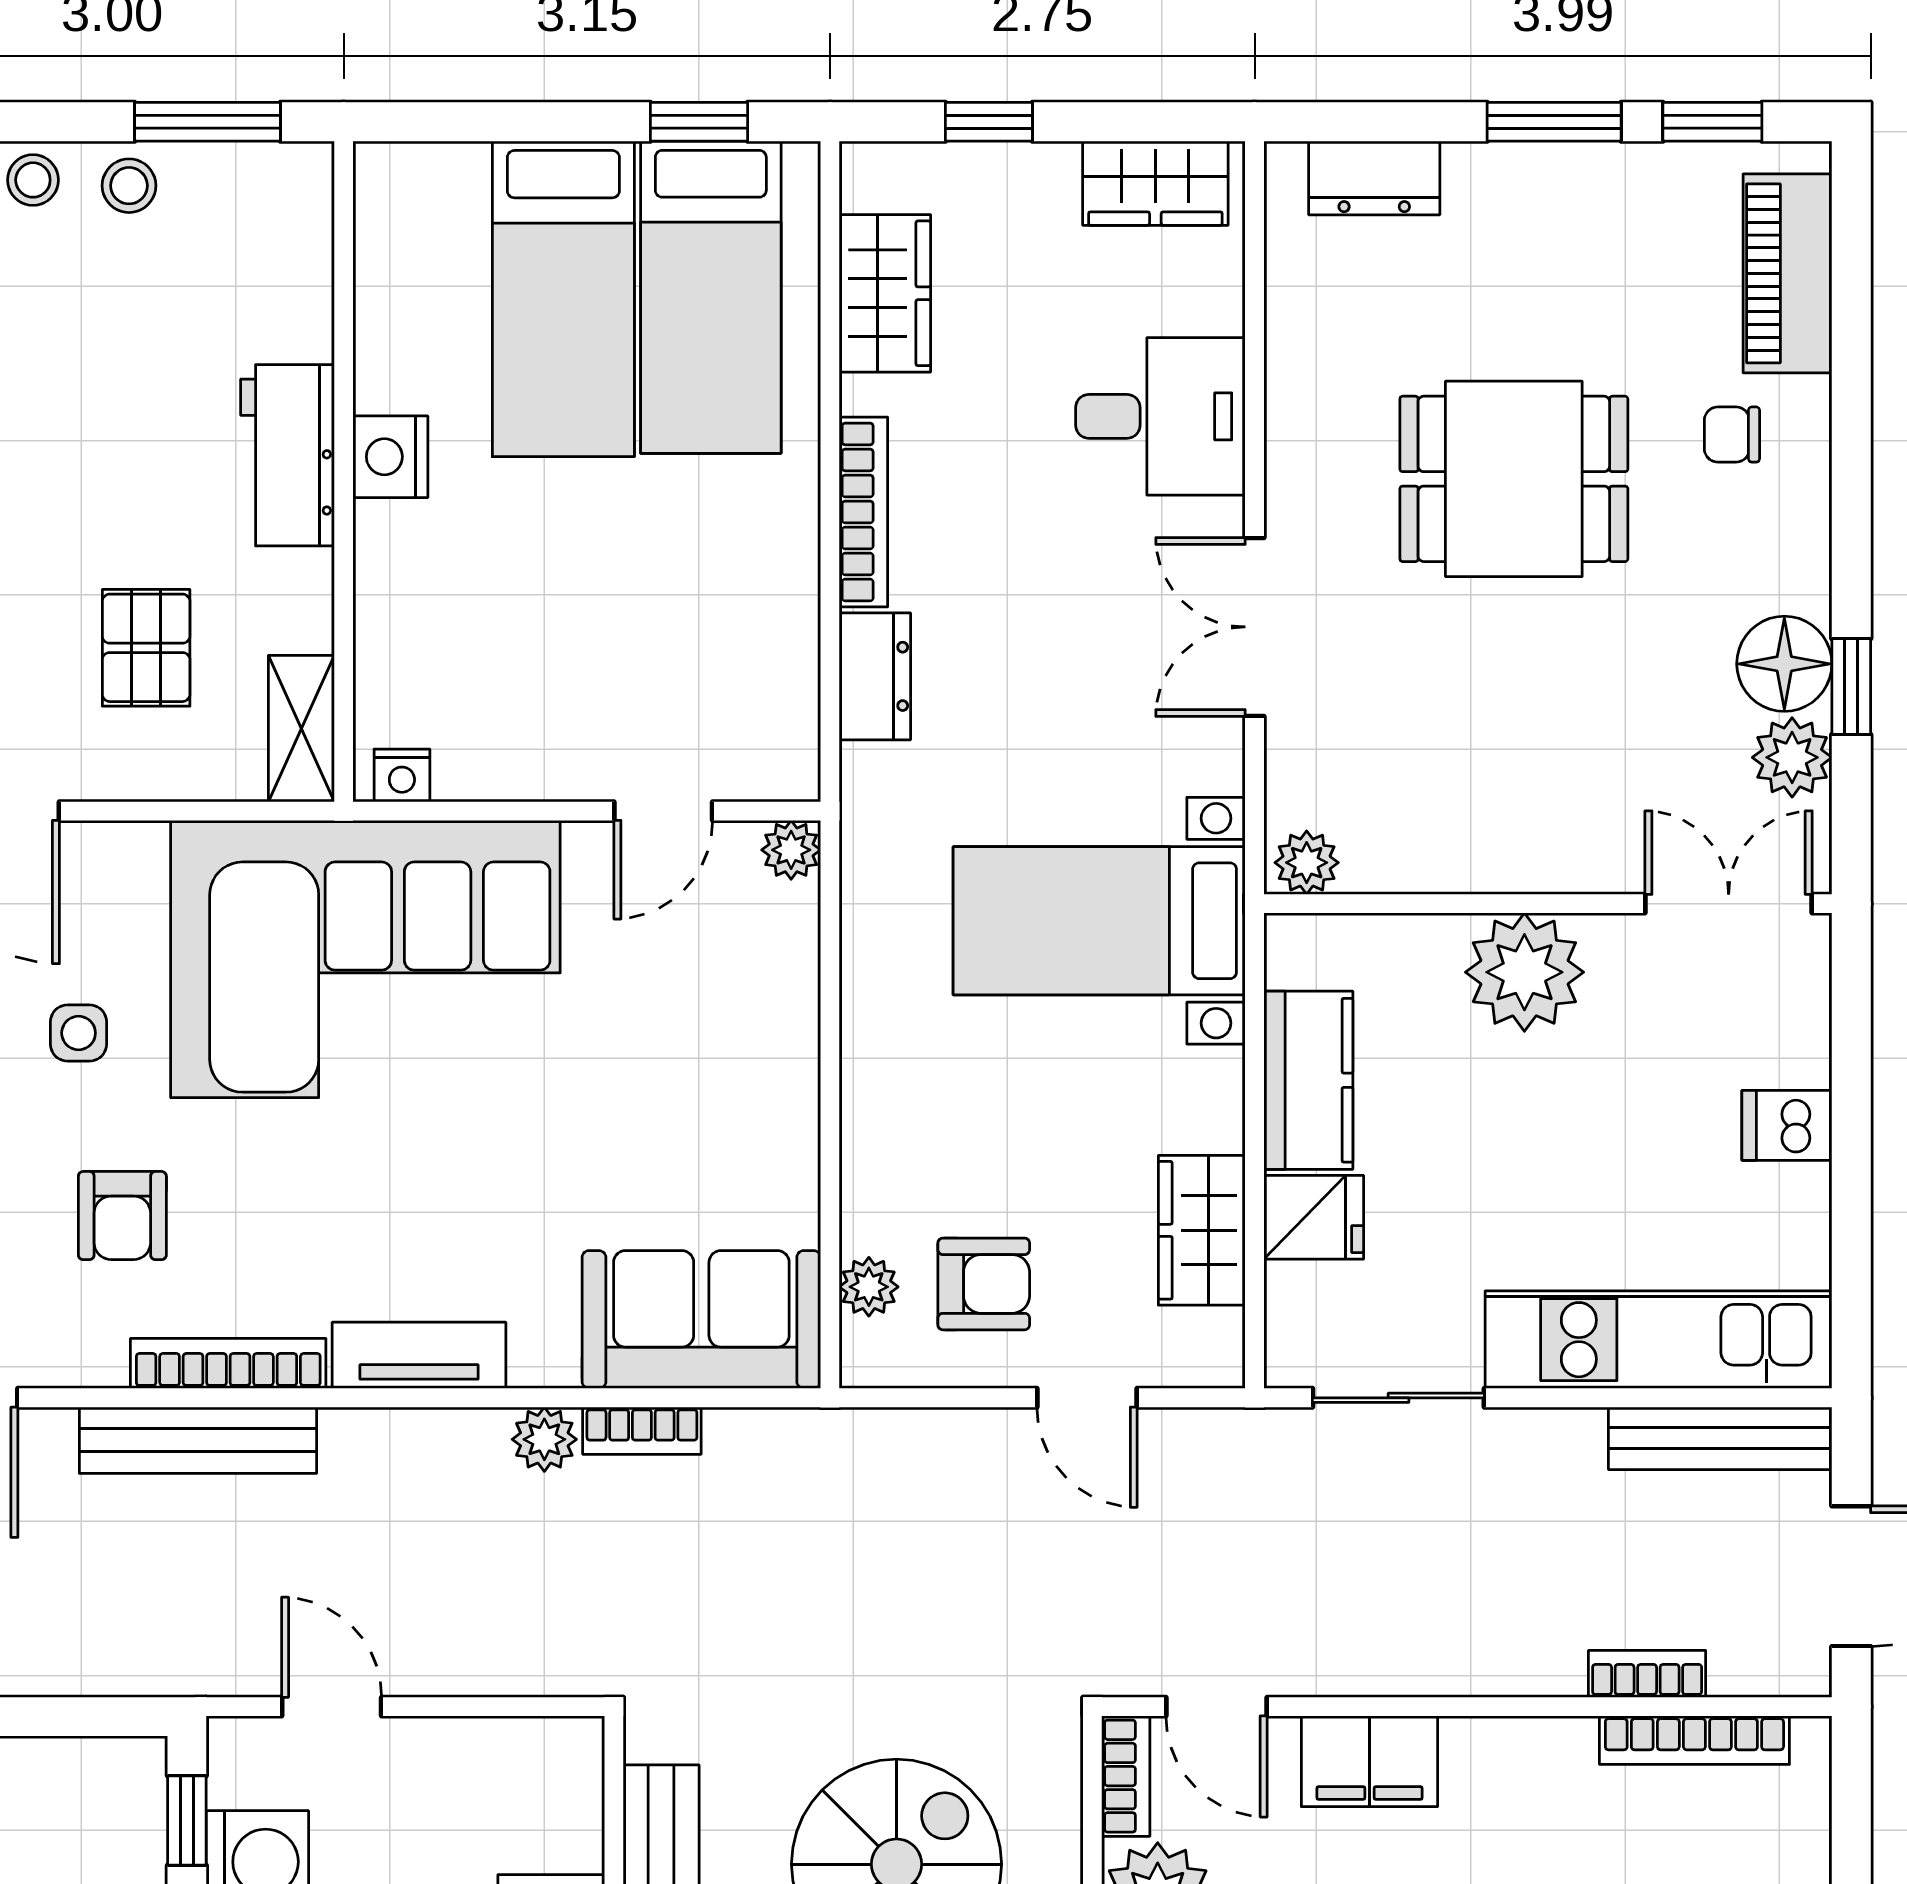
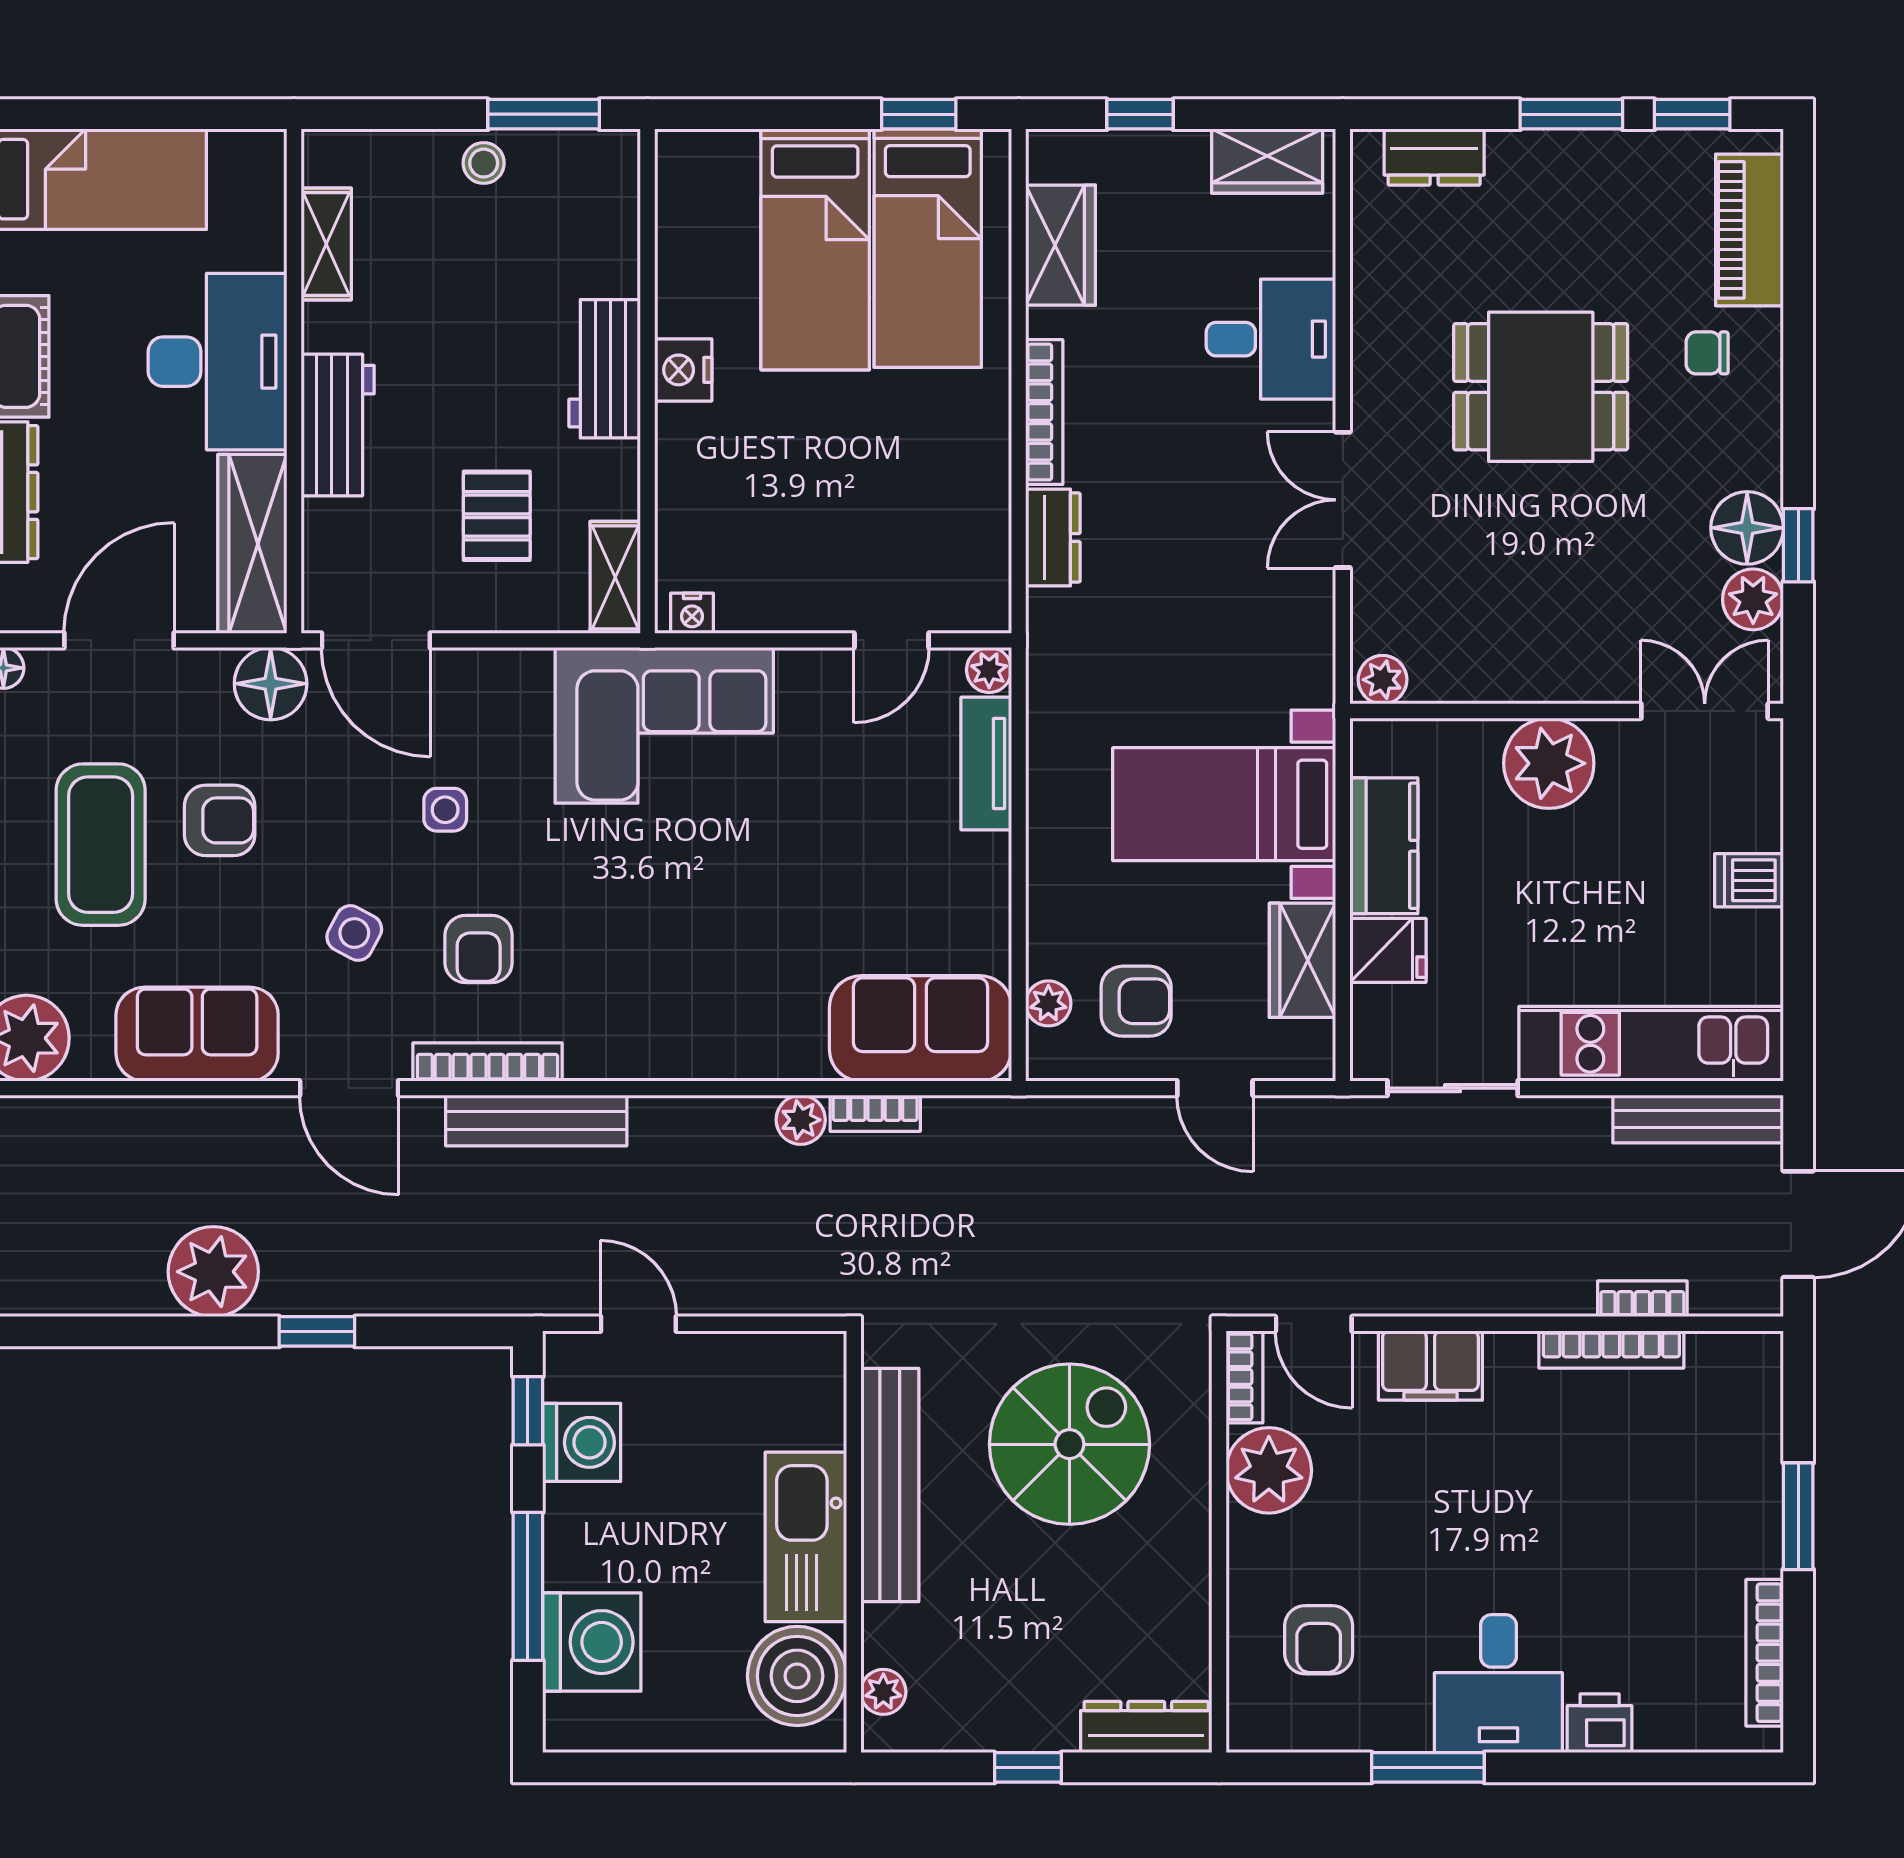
stool: (33, 180) -> (410, 159), removed
bed with nightstands: (1099, 921) -> (1224, 804), moved
corner sofa: (365, 959) -> (664, 725), width x0.73, depth x0.74
tv unit: (419, 1355) -> (986, 763), moved, turned -90
bookcase: (228, 1363) -> (487, 1062), moved
bookcase: (1694, 1740) -> (1611, 1349), moved

